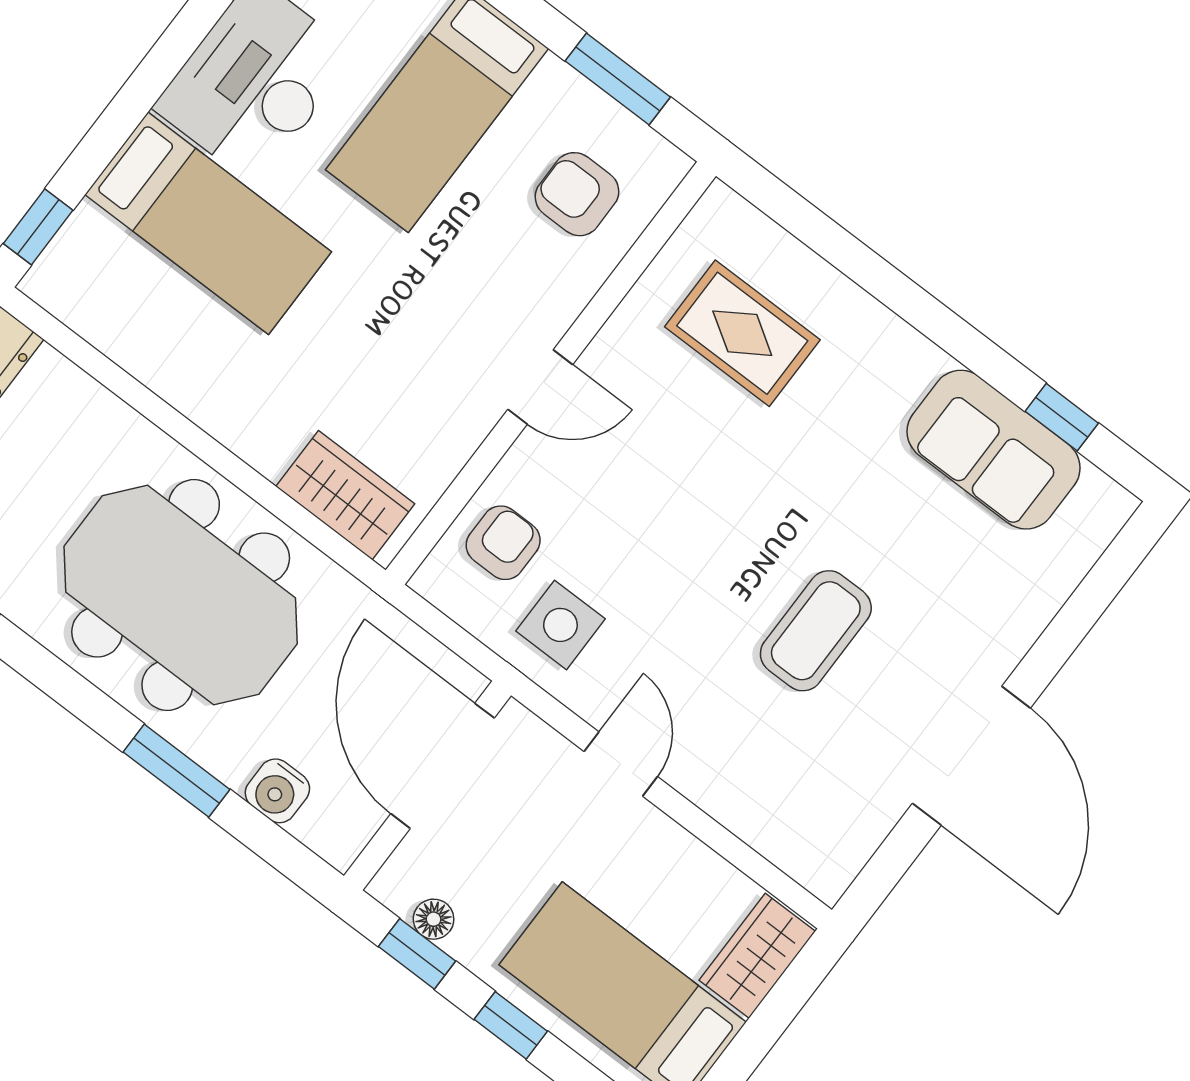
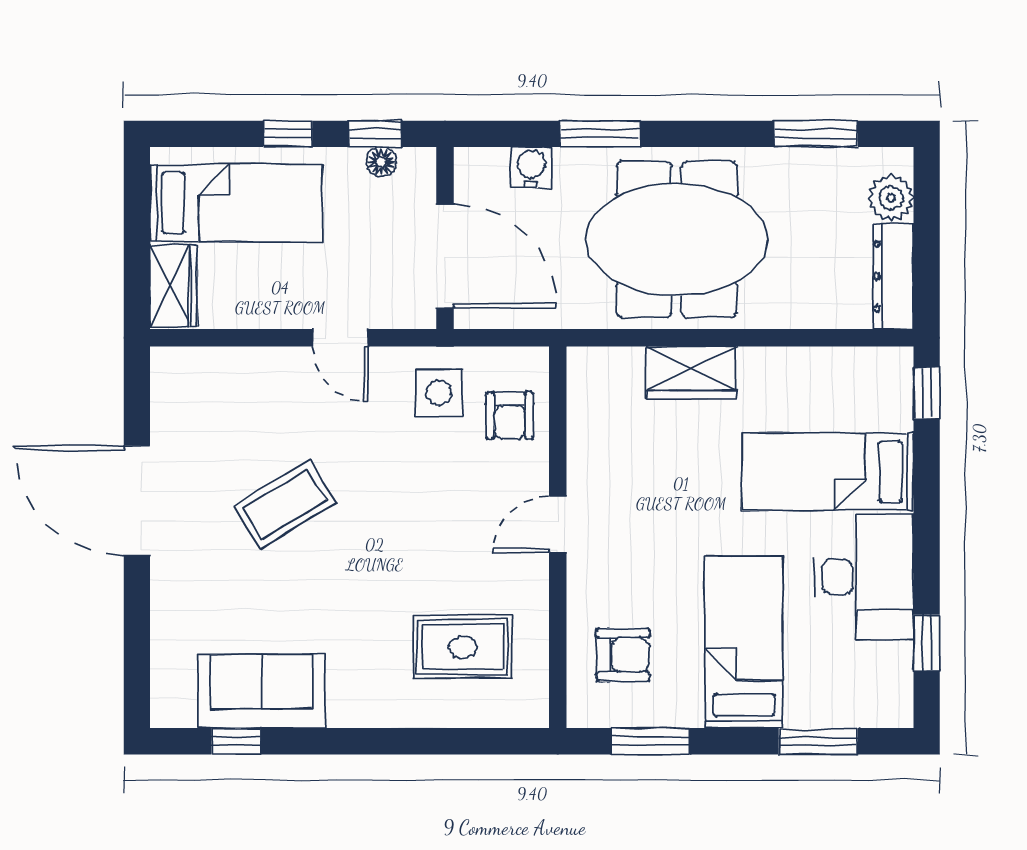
wardrobe: (345, 495) -> (691, 373), moved
coffee table: (816, 631) -> (285, 504), turned 59

